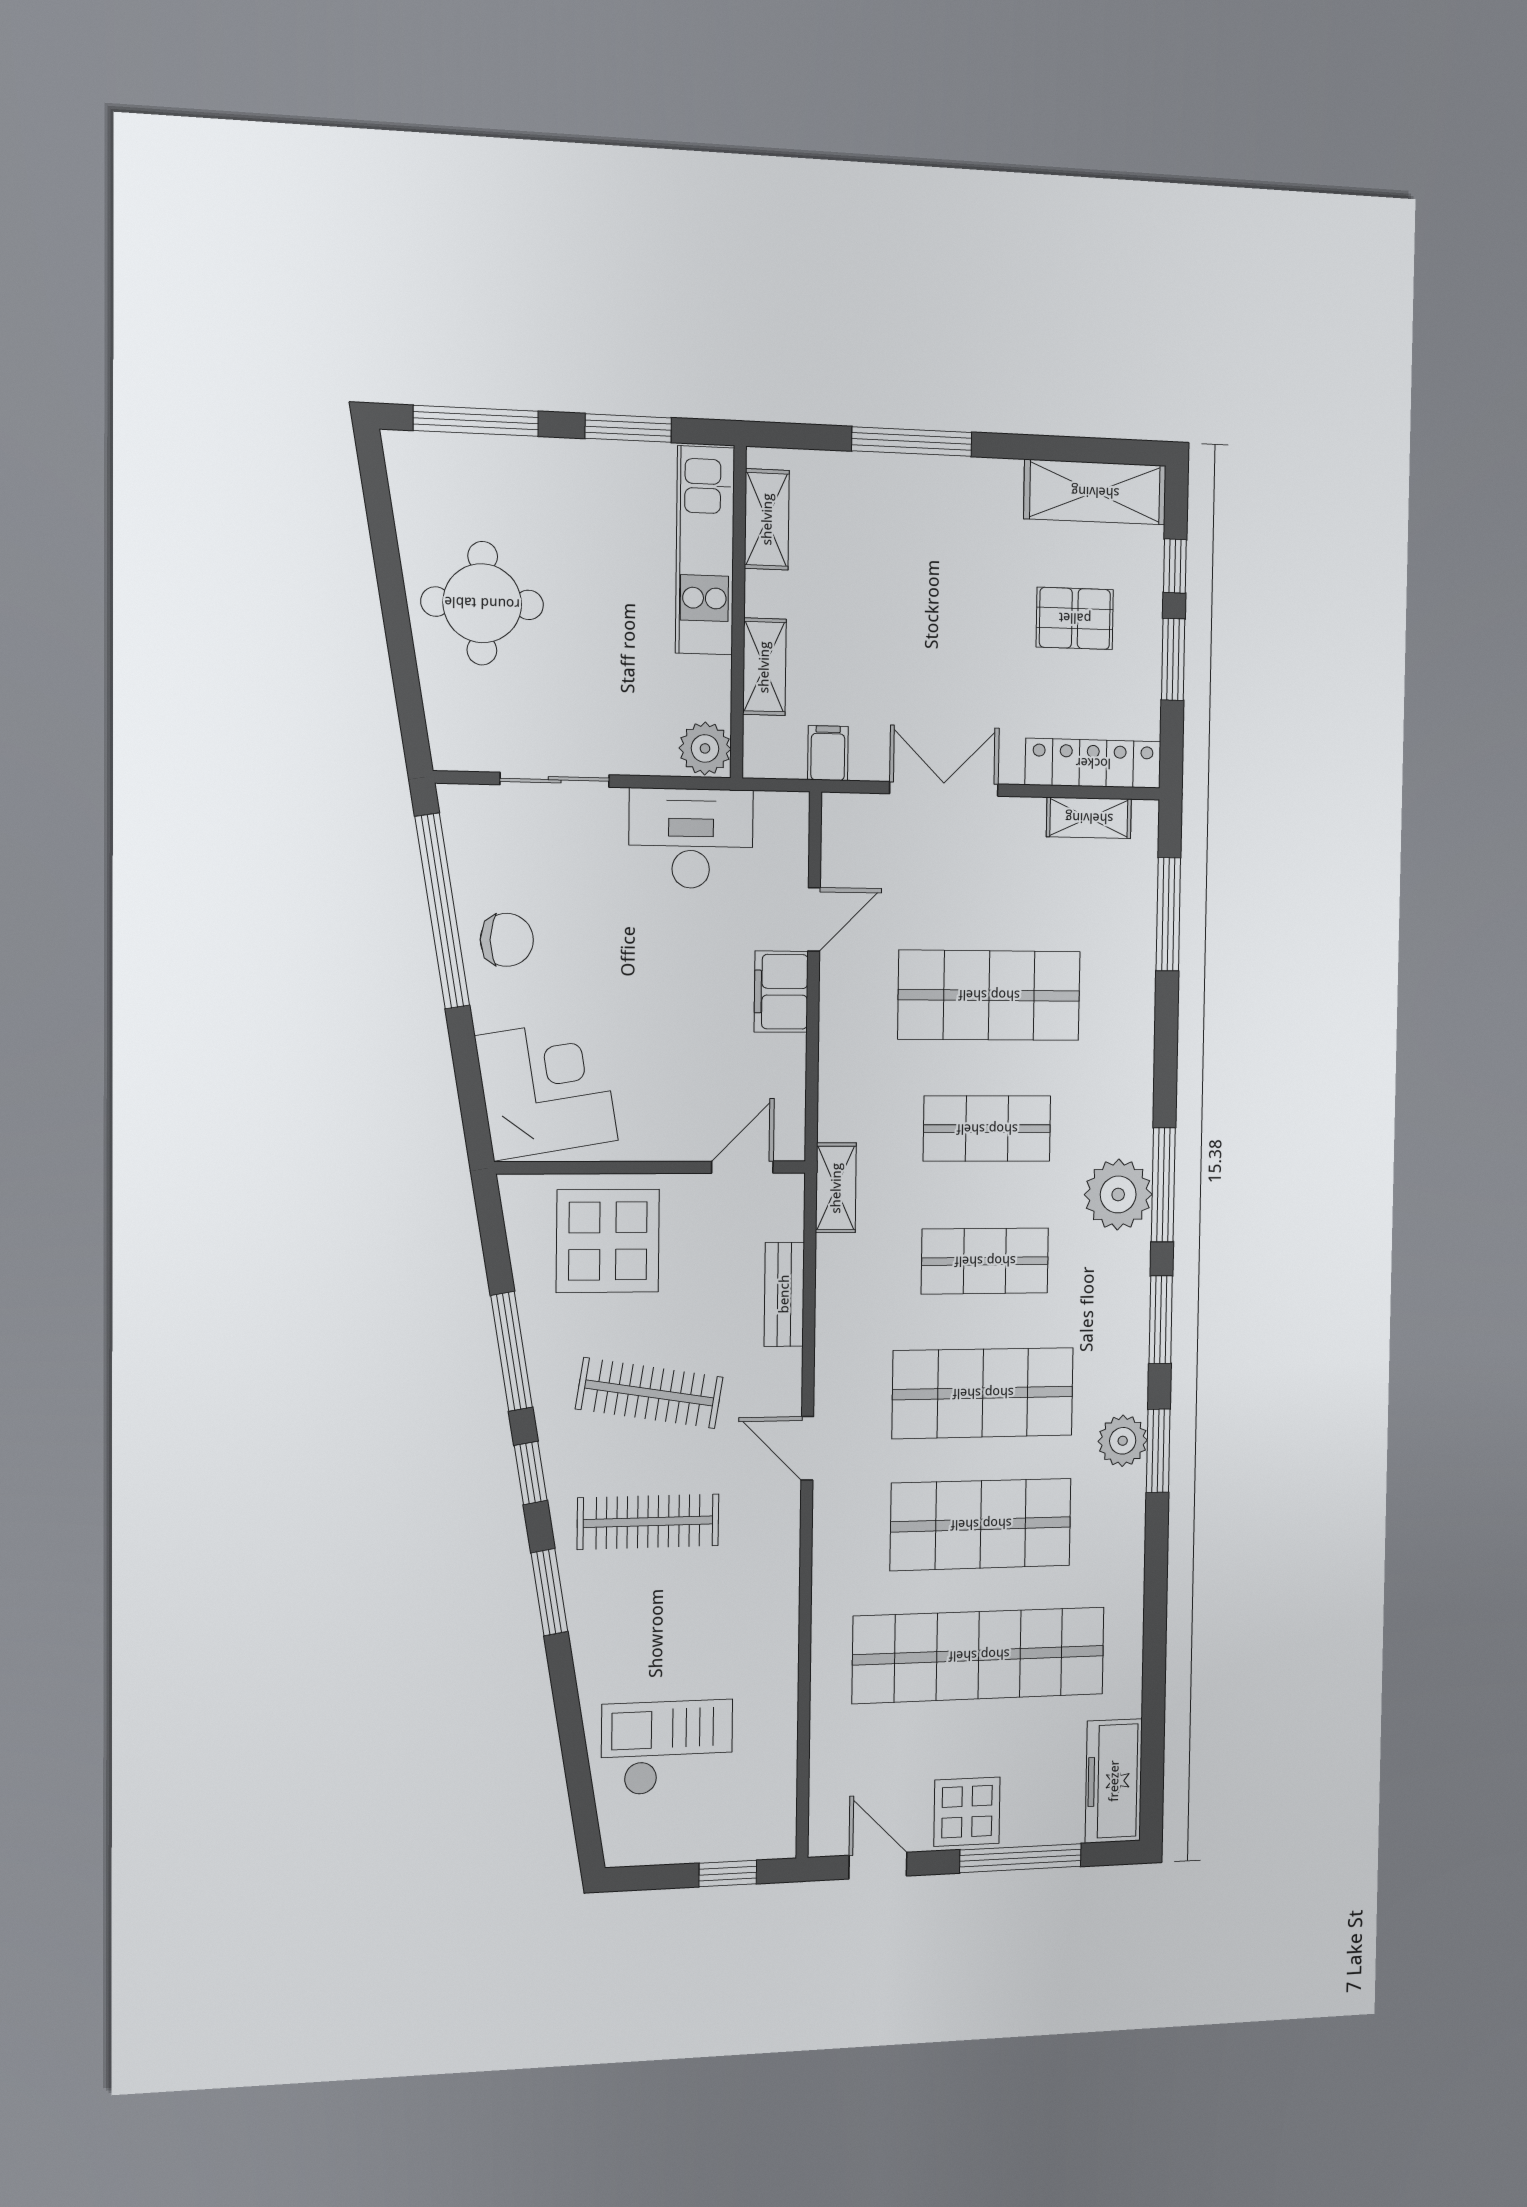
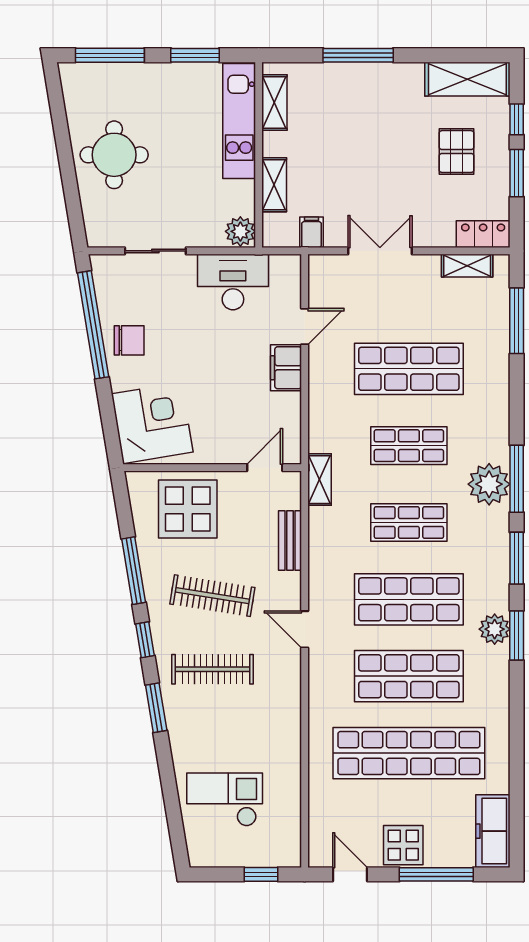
pallet: (1075, 618) -> (457, 152), turned 90
locker: (1093, 763) -> (483, 234), width x0.66

